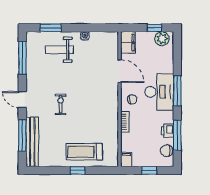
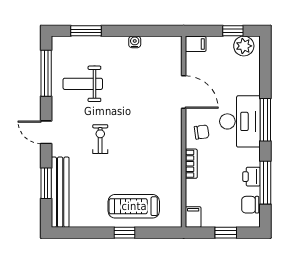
filing cabinet: (128, 43) -> (196, 44), width x0.50
weight bench: (59, 50) -> (83, 84), moved
window: (22, 136) -> (46, 183), width x0.69

